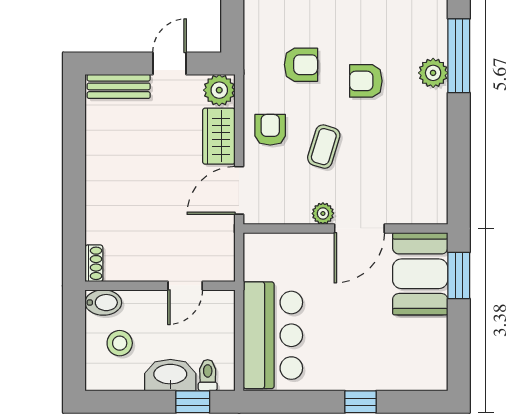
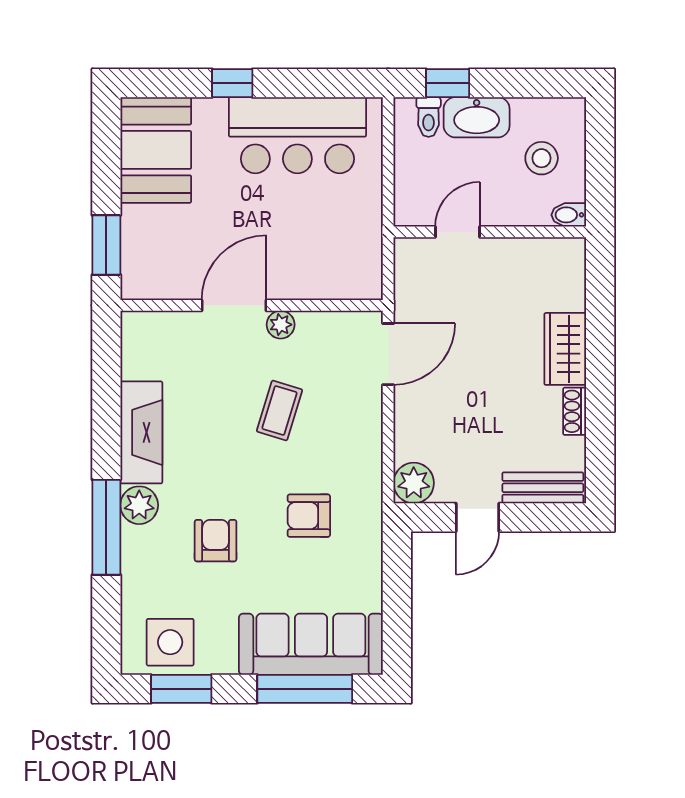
armchair: (366, 81) -> (216, 541), moved, turned -90
fireplace: (431, 129) -> (141, 432), added
armchair: (270, 130) -> (348, 432), removed
wardrobe: (219, 136) -> (565, 349), moved, turned 180
shoe rack: (94, 263) -> (575, 411), moved
booth: (420, 274) -> (156, 150), moved
bidet: (103, 303) -> (569, 215), width x0.72, depth x0.74
bar counter: (273, 335) -> (297, 135), moved, turned -90

